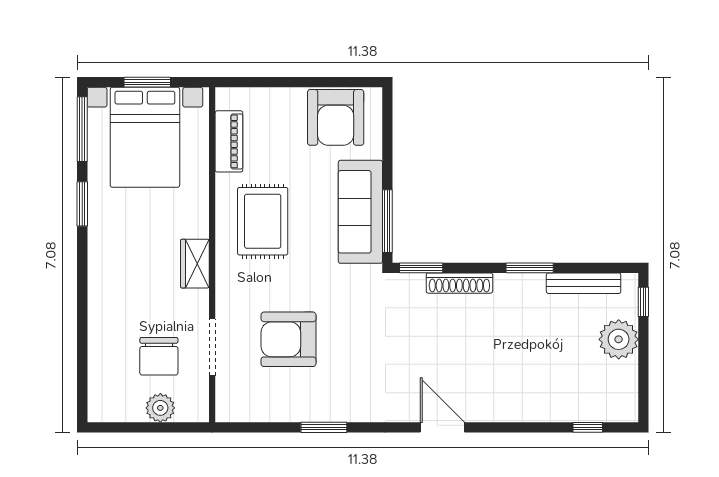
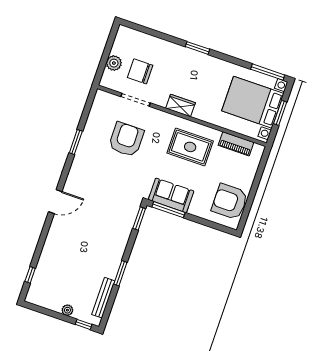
window: (82, 204) -> (197, 48), moved
sofa: (360, 212) -> (171, 195), width x0.73
shoe rack: (459, 283) -> (125, 235), removed
plant: (619, 339) -> (67, 310), width x0.53, depth x0.53

